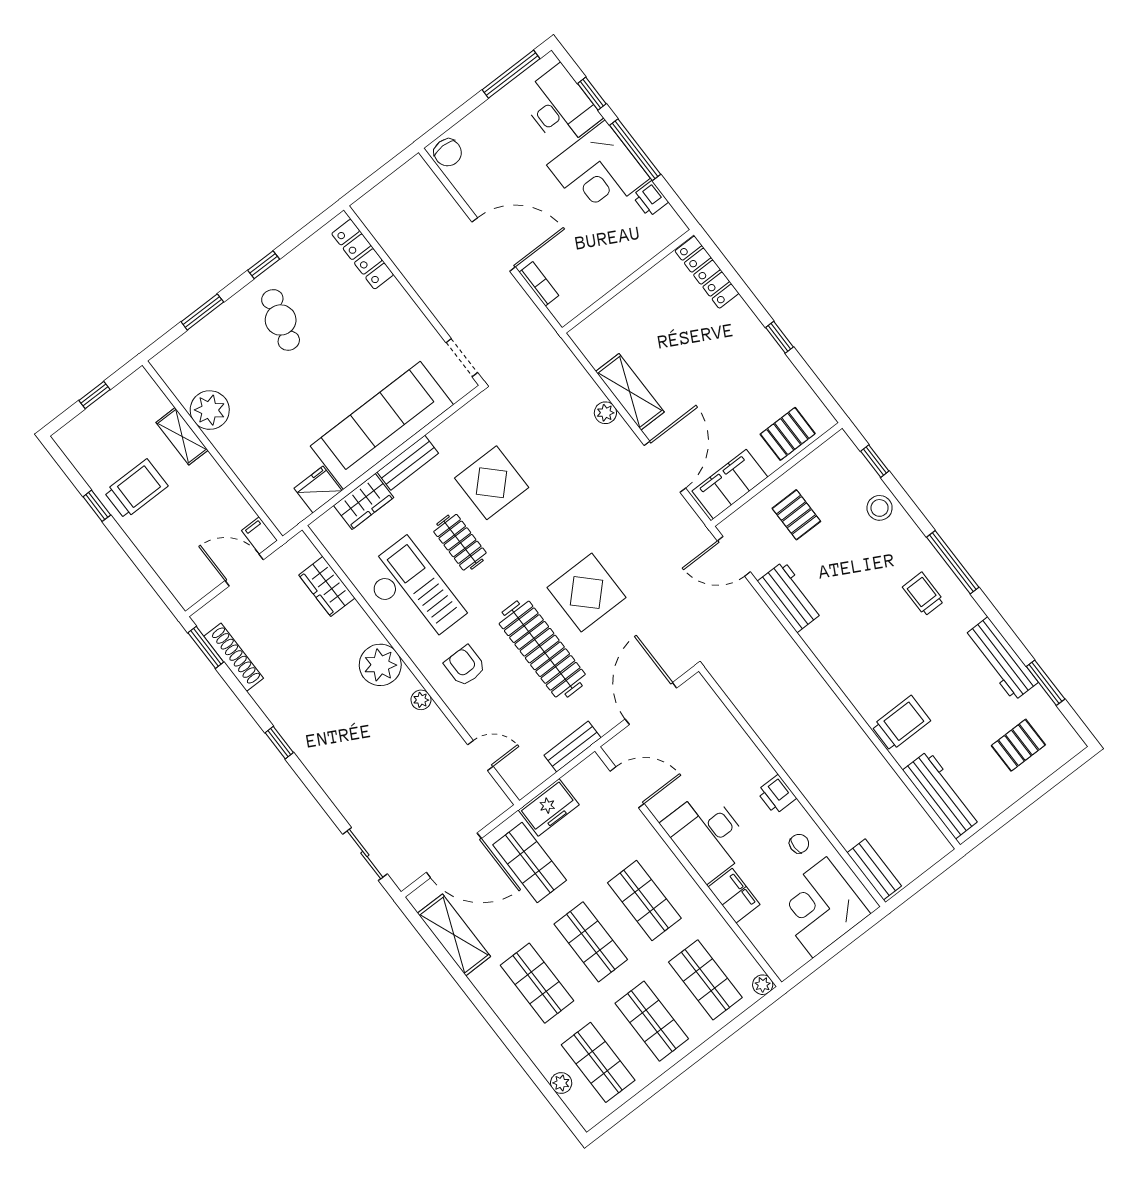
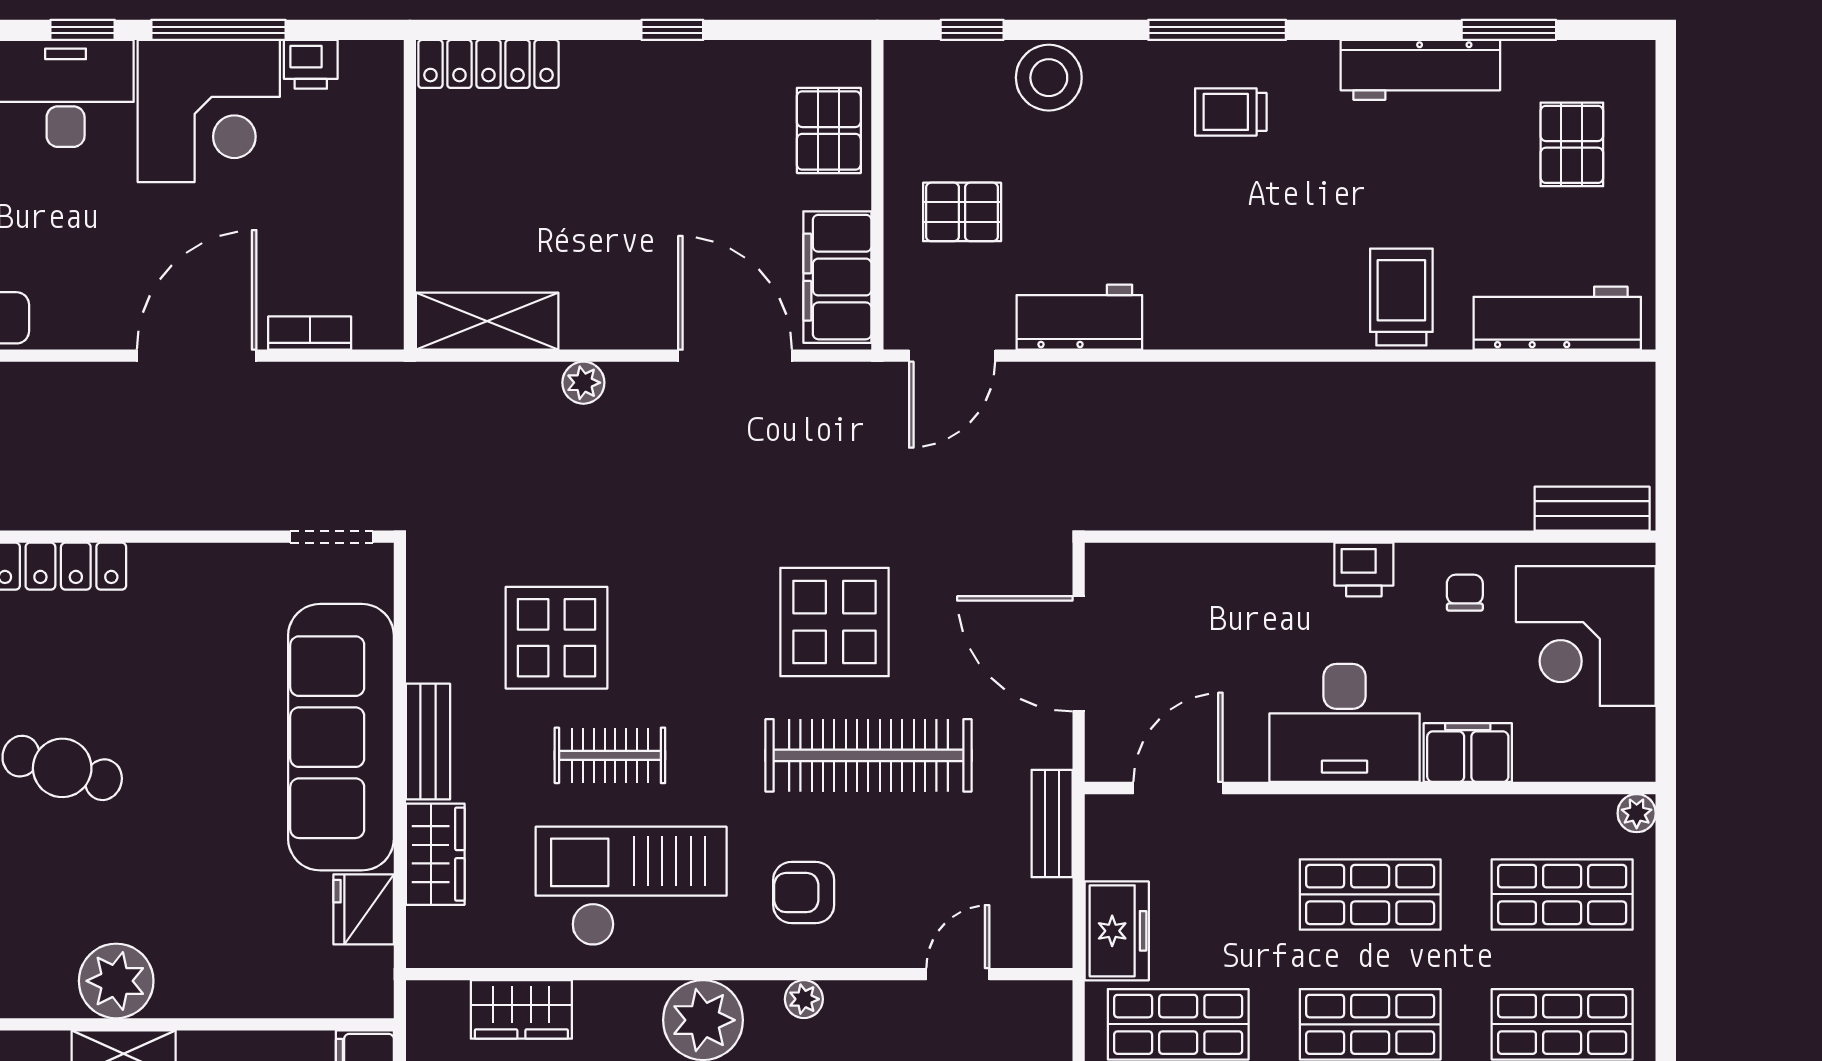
shelving: (630, 392) -> (487, 321), moved
stool: (880, 508) -> (1049, 78), width x1.38, depth x1.38

